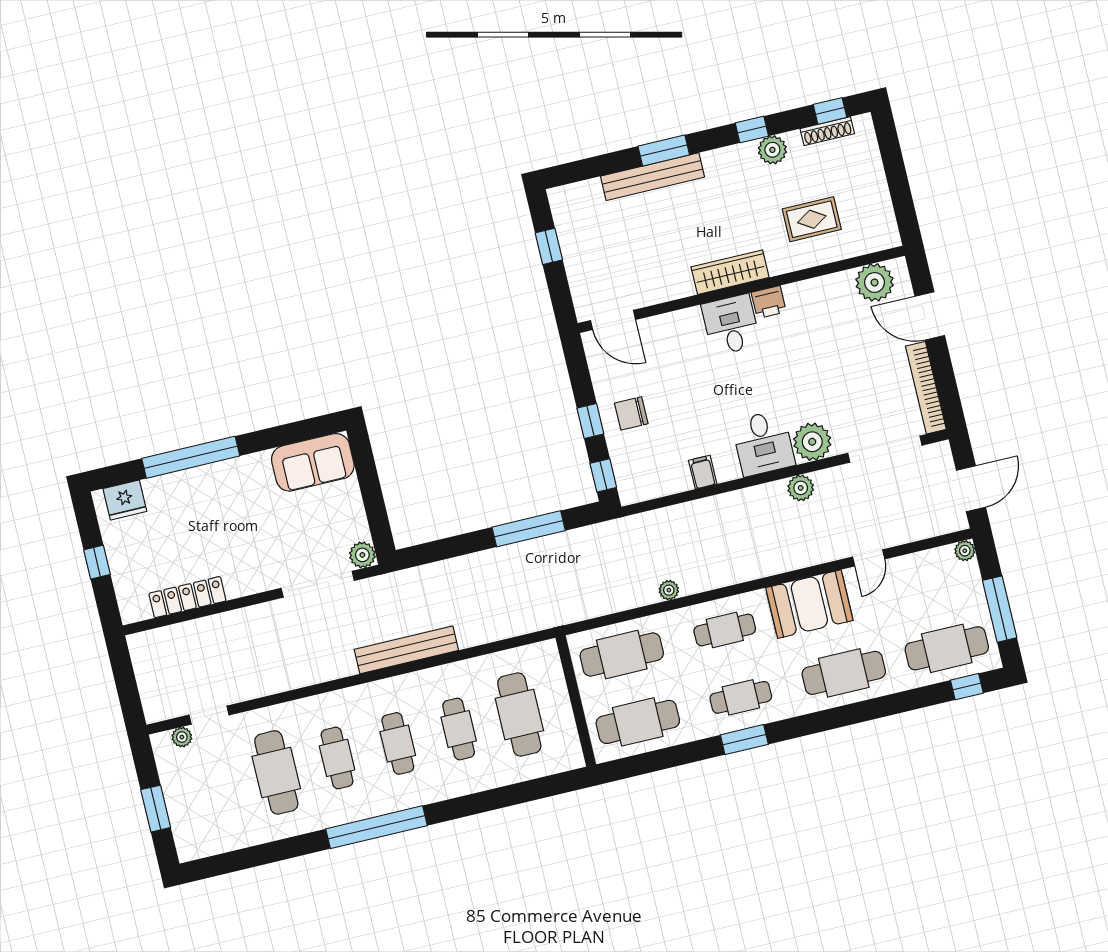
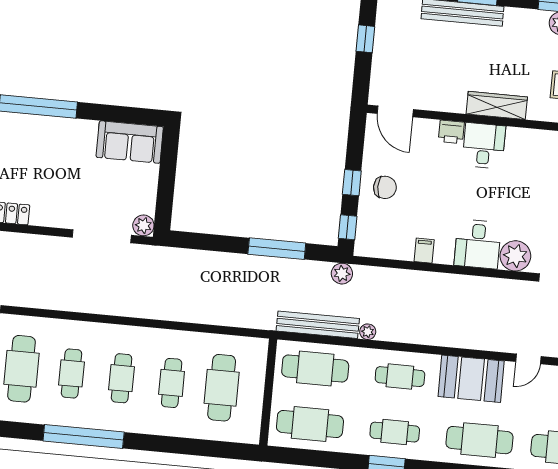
printer: (769, 302) -> (451, 132), moved
chair: (631, 413) -> (385, 187), turned 180
plant: (801, 488) -> (342, 274), moved
bench: (406, 650) -> (318, 325), moved

